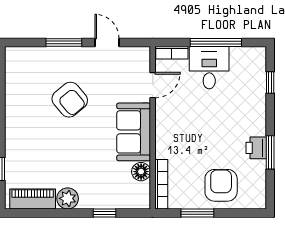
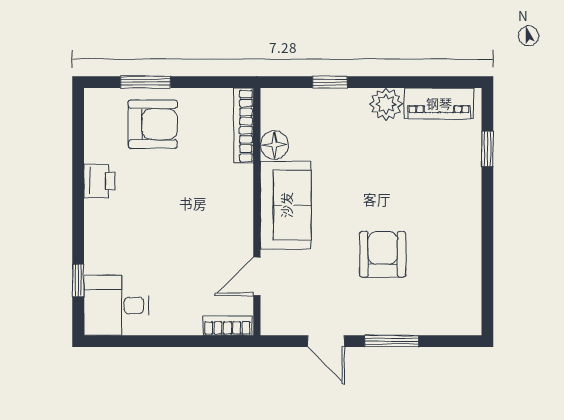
window: (216, 42) -> (161, 341), removed
desk: (209, 68) -> (116, 305), moved, turned 90
armchair: (70, 100) -> (383, 254), turned 40
window: (270, 152) -> (78, 174), removed
armchair: (221, 185) -> (153, 124), turned -90
window: (197, 213) -> (145, 82), moved

